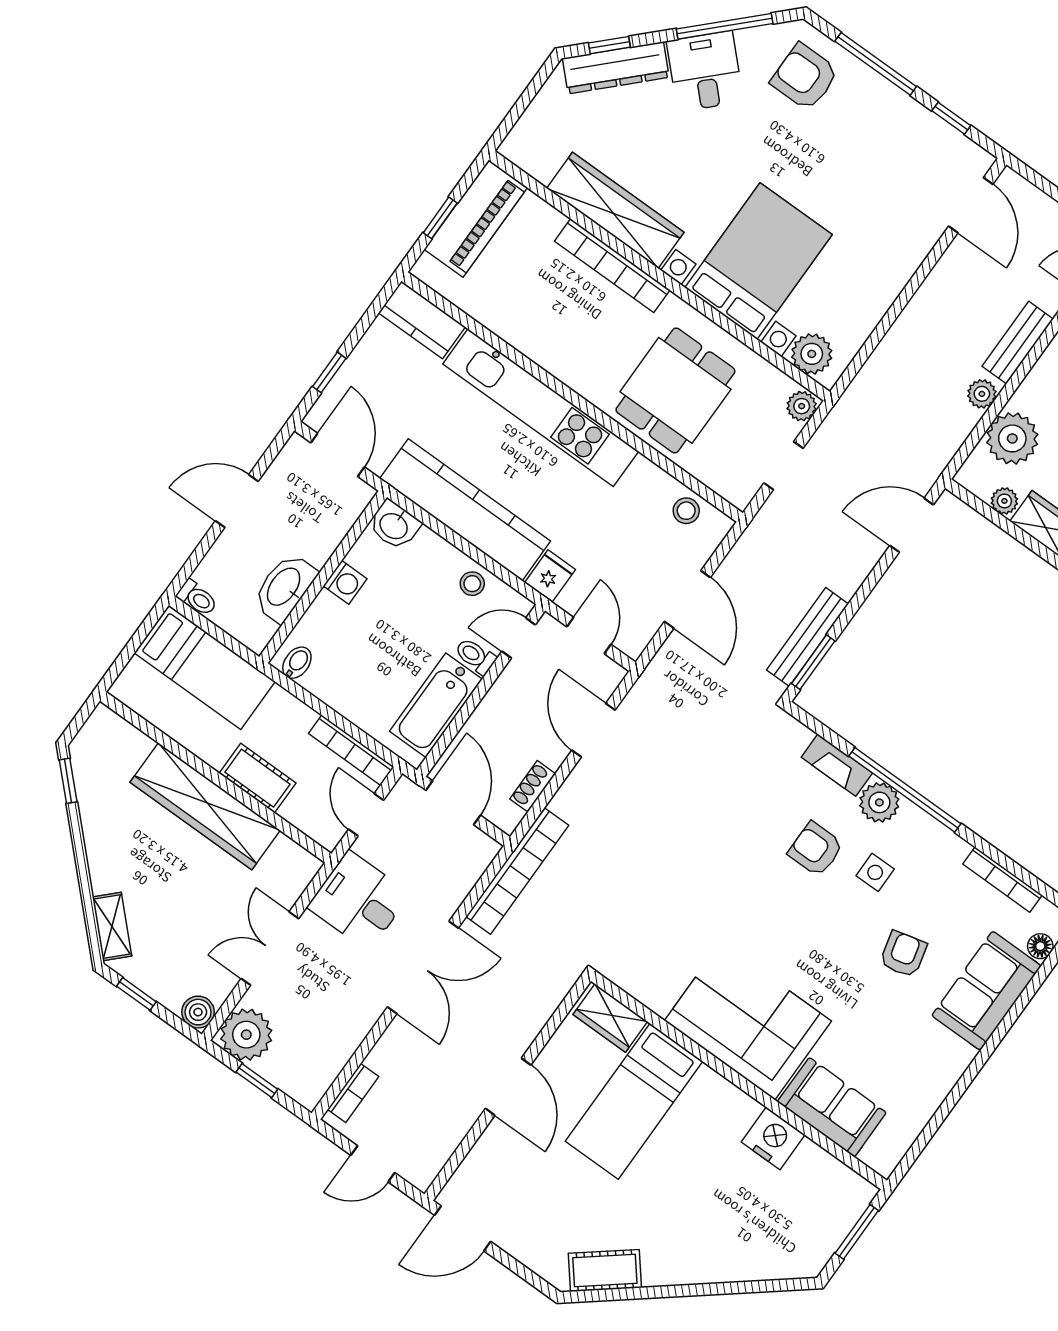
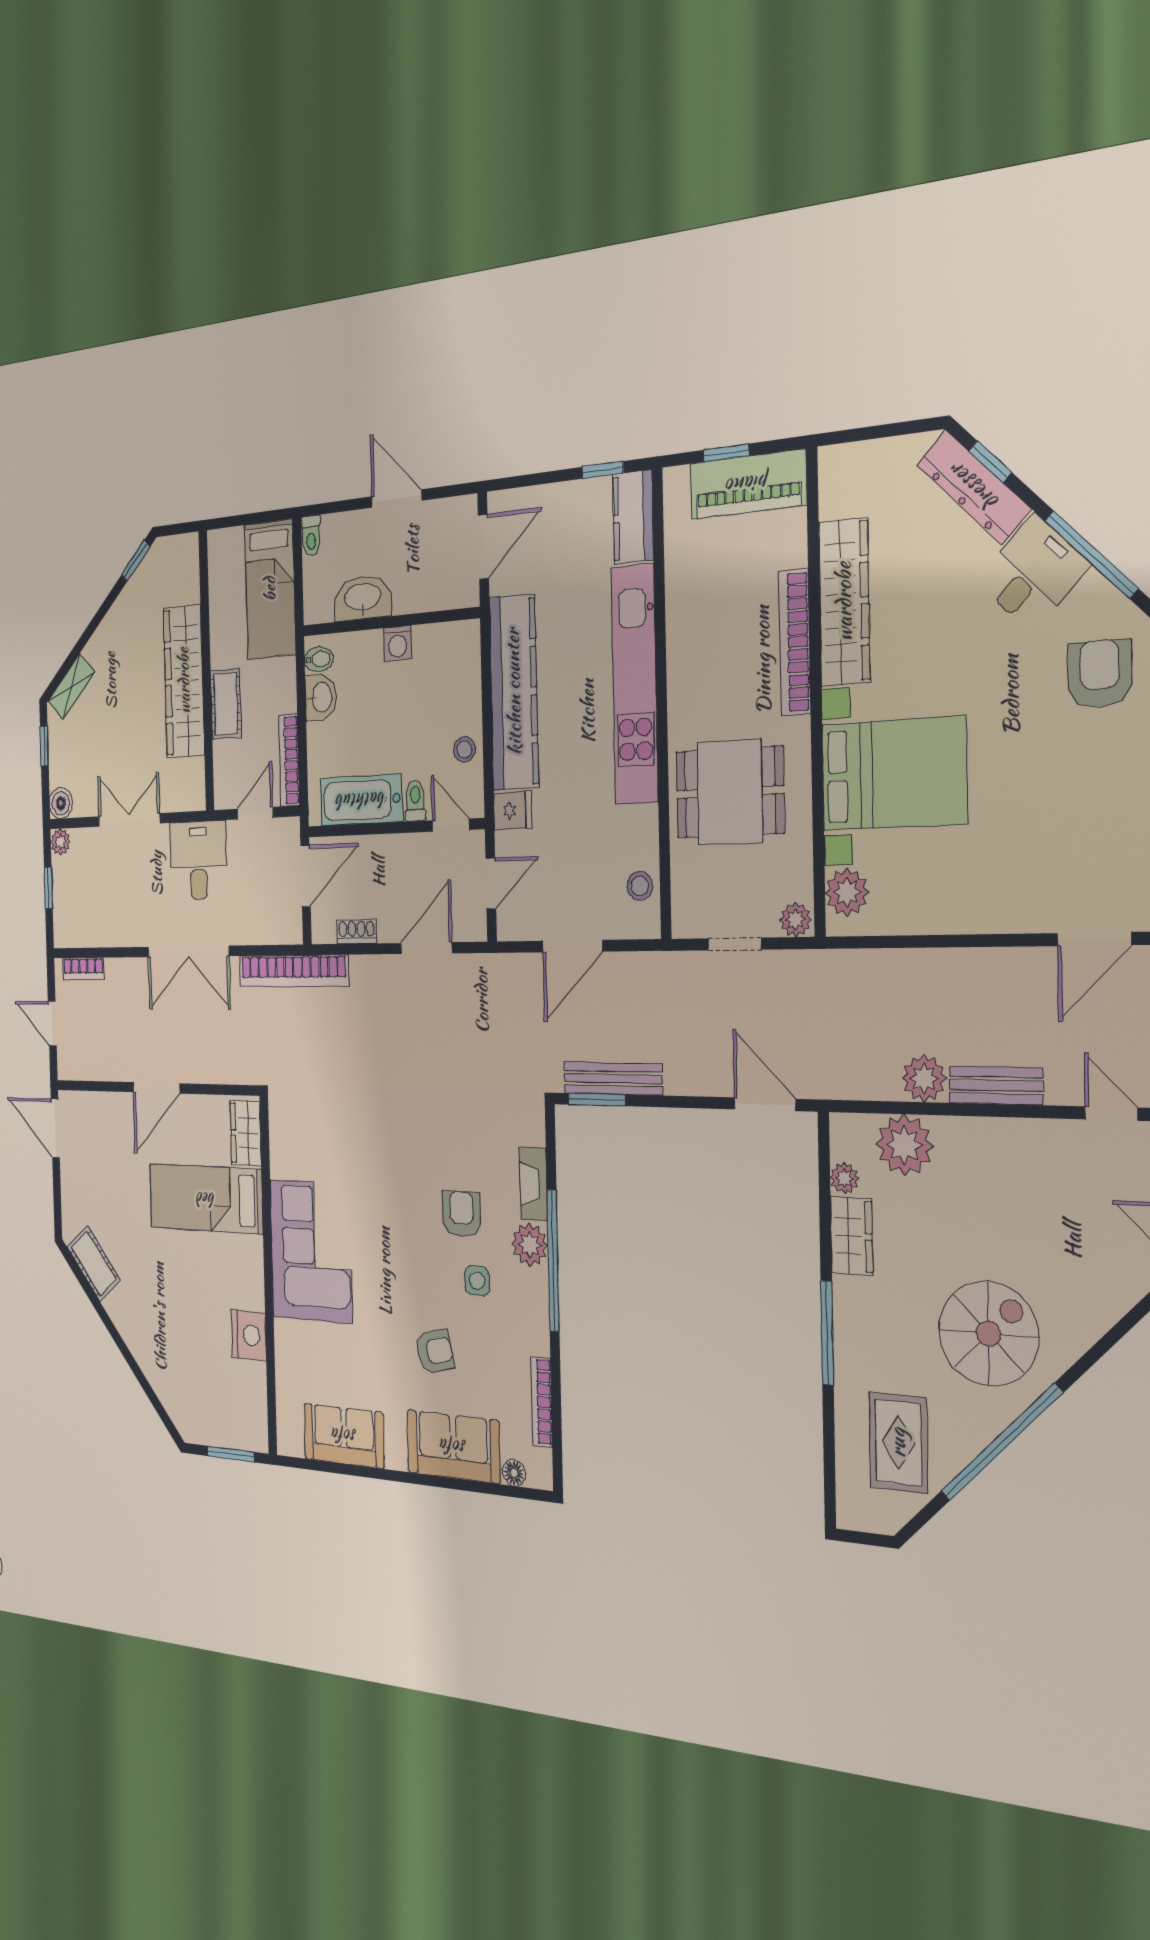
window: (329, 372) -> (603, 470), moved
plant: (982, 394) -> (924, 1078), width x1.38, depth x1.38
washbasin: (394, 525) -> (321, 697), moved, turned 180
plant: (246, 1035) -> (60, 842), width x0.53, depth x0.53
sofa: (832, 1107) -> (344, 1436), moved, turned -90

